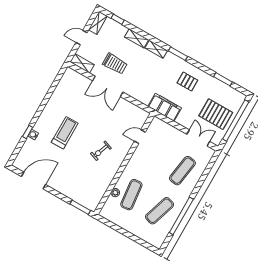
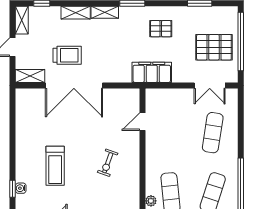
double door: (108, 86) -> (74, 85), width x1.36
treadmill: (65, 133) -> (55, 166), turned 180
double door: (198, 138) -> (210, 85), swing flipped

